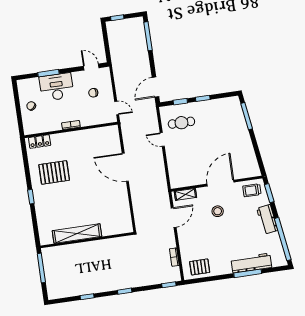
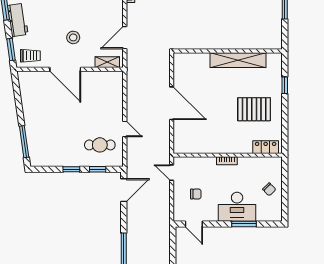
door: (220, 183) -> (65, 69), hinge flipped
shelving: (77, 234) -> (238, 60), moved
wall: (87, 240) -> (228, 51), moved

